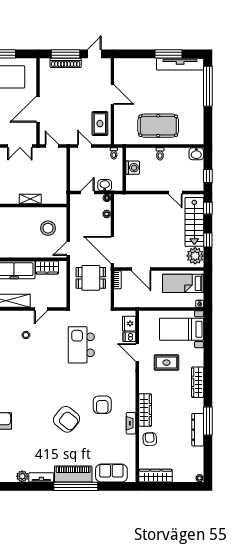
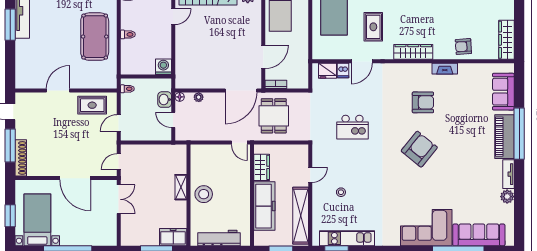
shoe rack: (66, 63) -> (21, 158), moved
washing machine: (133, 168) -> (163, 67), moved
stool: (48, 228) -> (204, 194), moved
door: (41, 309) -> (310, 175), hinge flipped
kitchen island: (81, 345) -> (352, 127), width x0.73, depth x0.78
wardrobe: (145, 410) -> (413, 52), moved
armchair: (67, 419) -> (419, 149), moved

